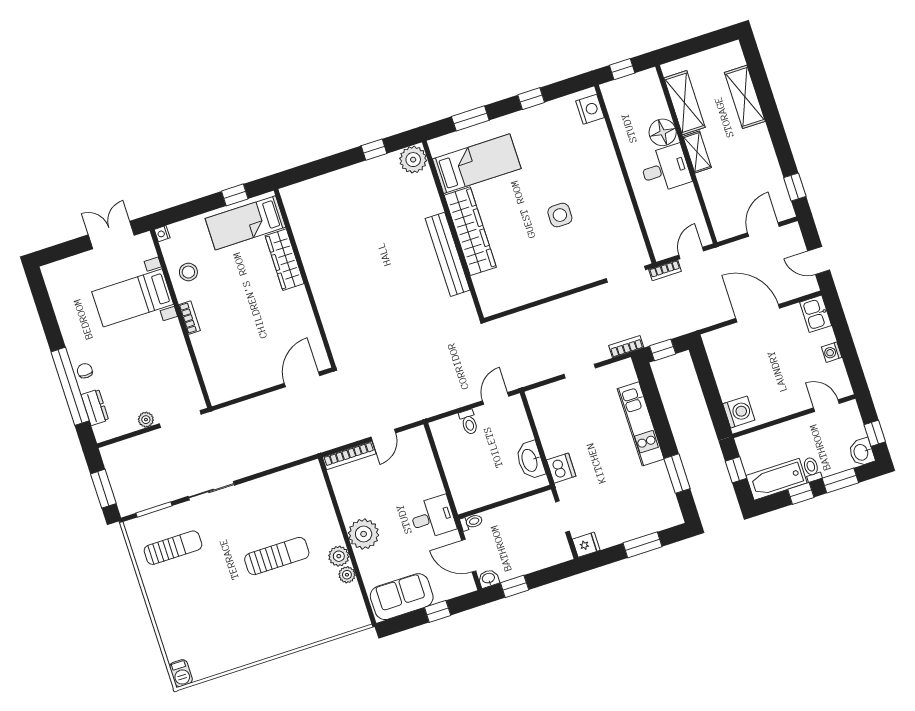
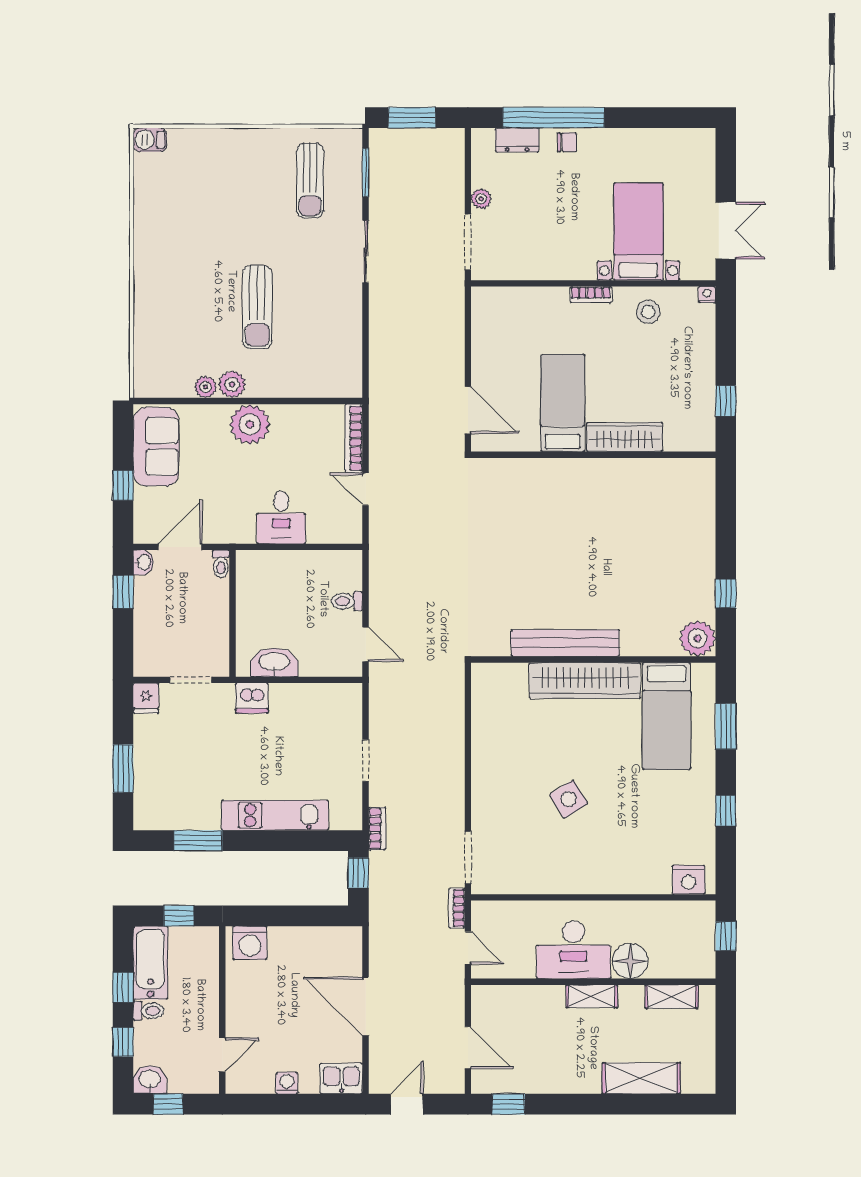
shelving: (685, 103) -> (672, 997), width x0.67, depth x0.75
desk: (665, 169) -> (574, 950), width x1.37
side table: (560, 215) -> (569, 799), turned -32
bed: (245, 223) -> (563, 403), moved
door: (758, 313) -> (366, 1006), swing flipped
window: (840, 481) -> (123, 1042), width x0.67
desk: (433, 517) -> (281, 518), moved

